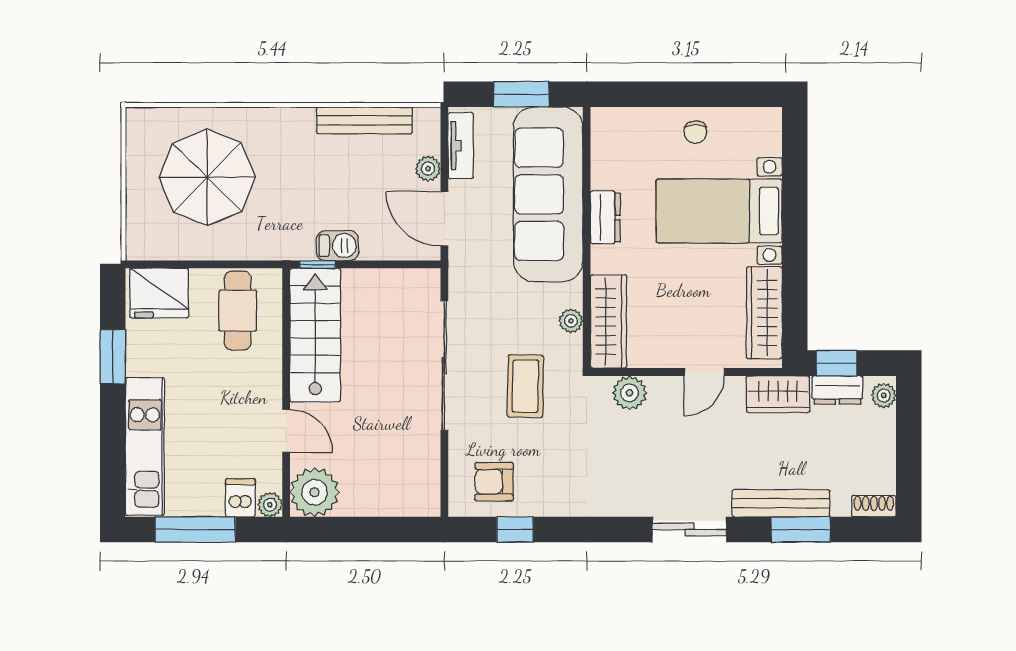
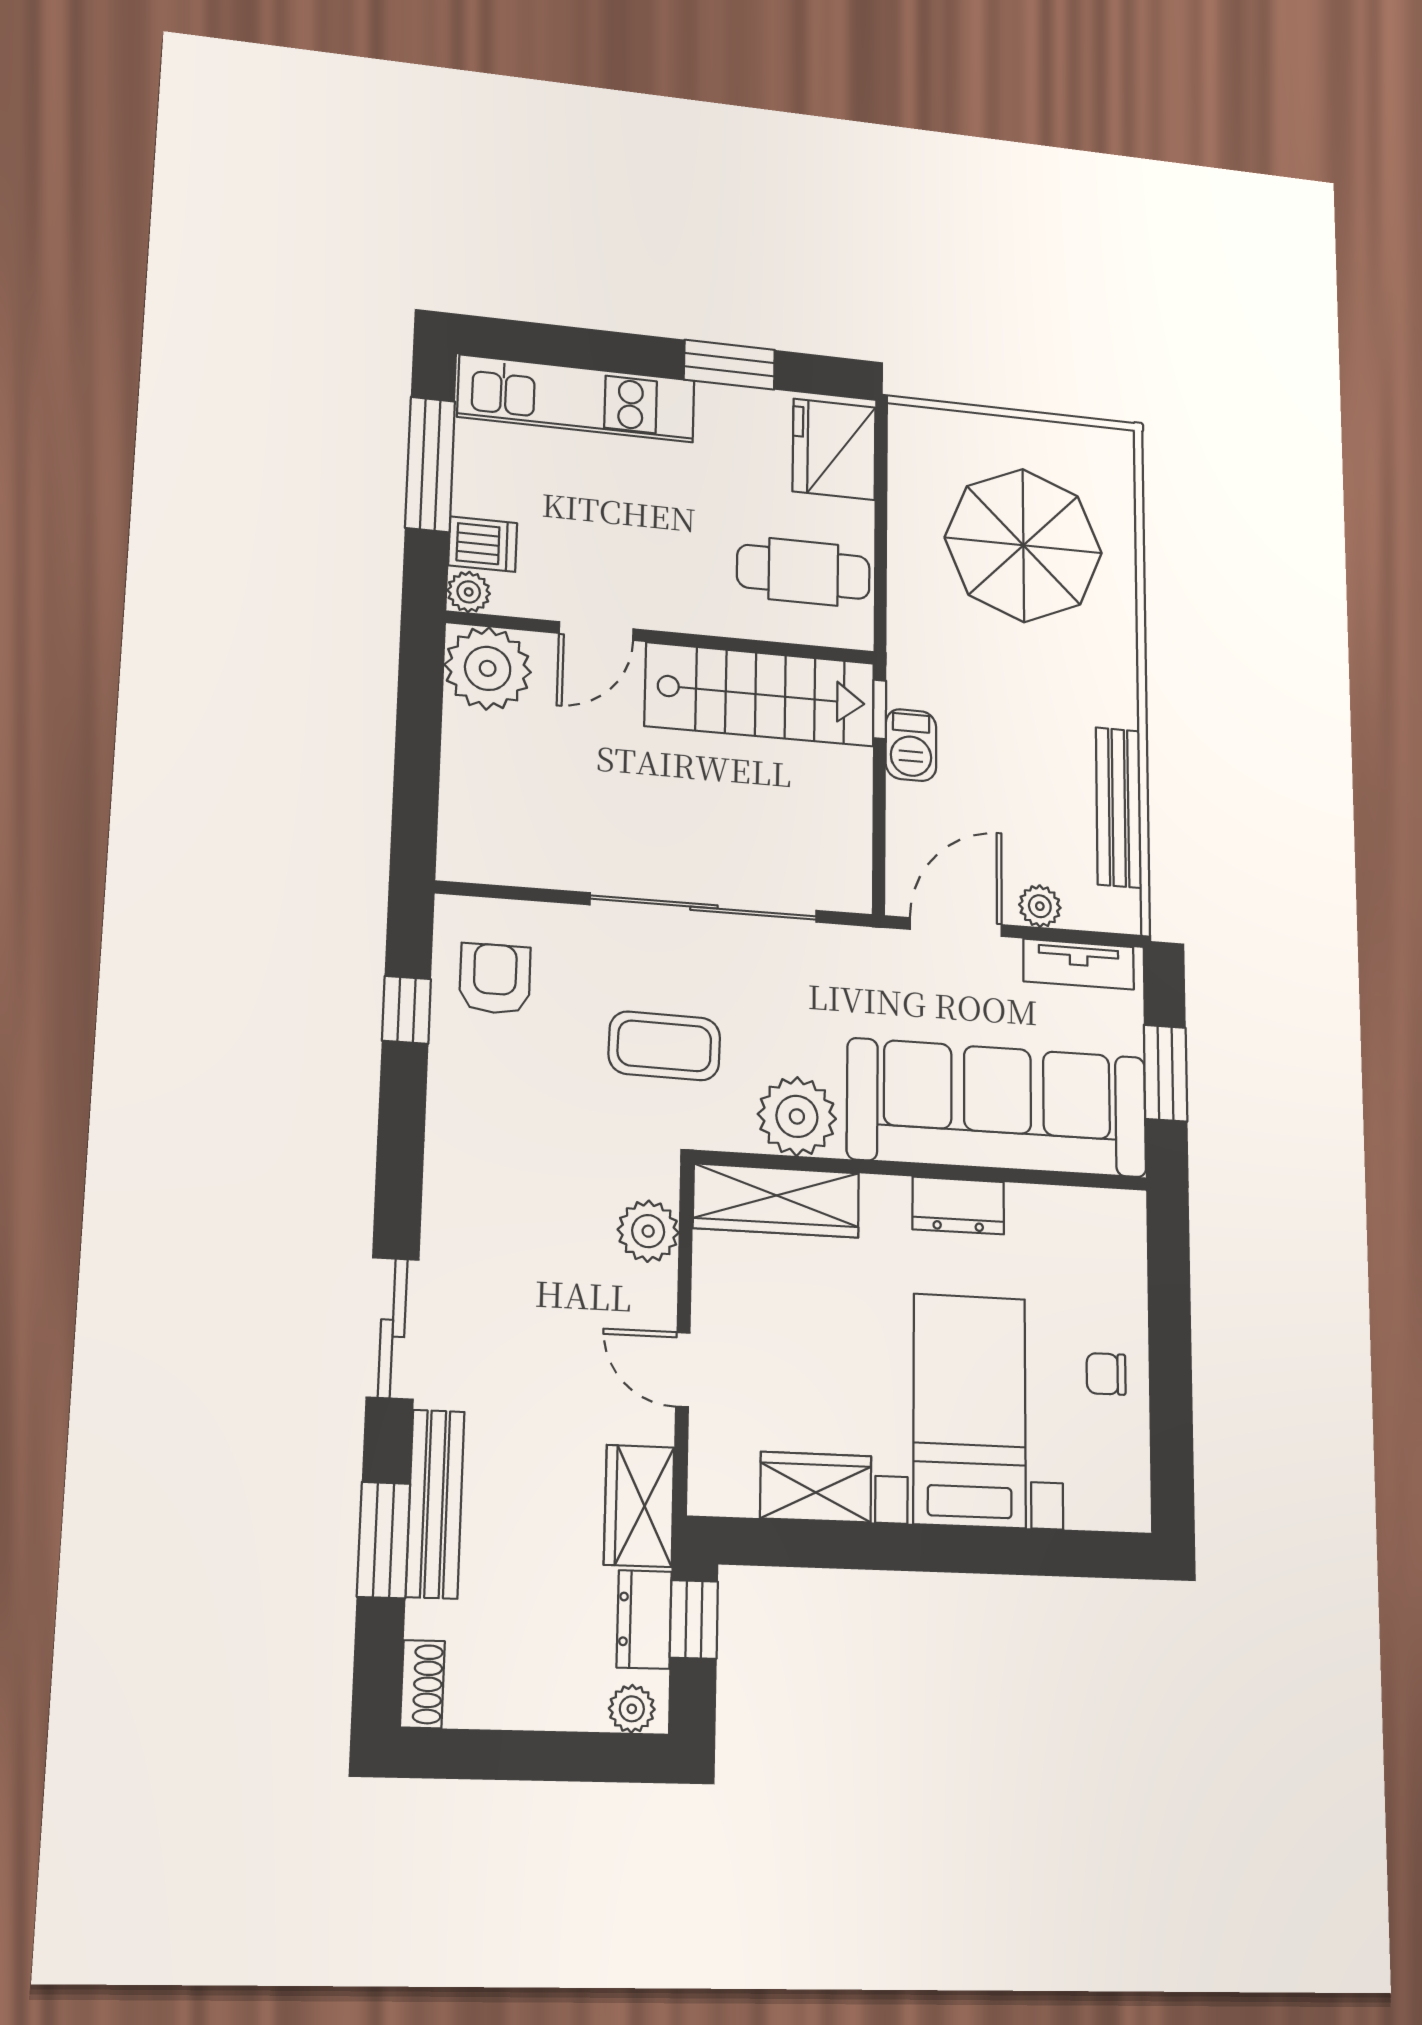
wardrobe: (764, 313) -> (816, 1487), width x0.67
plant: (571, 321) -> (797, 1116), width x1.88, depth x1.88

